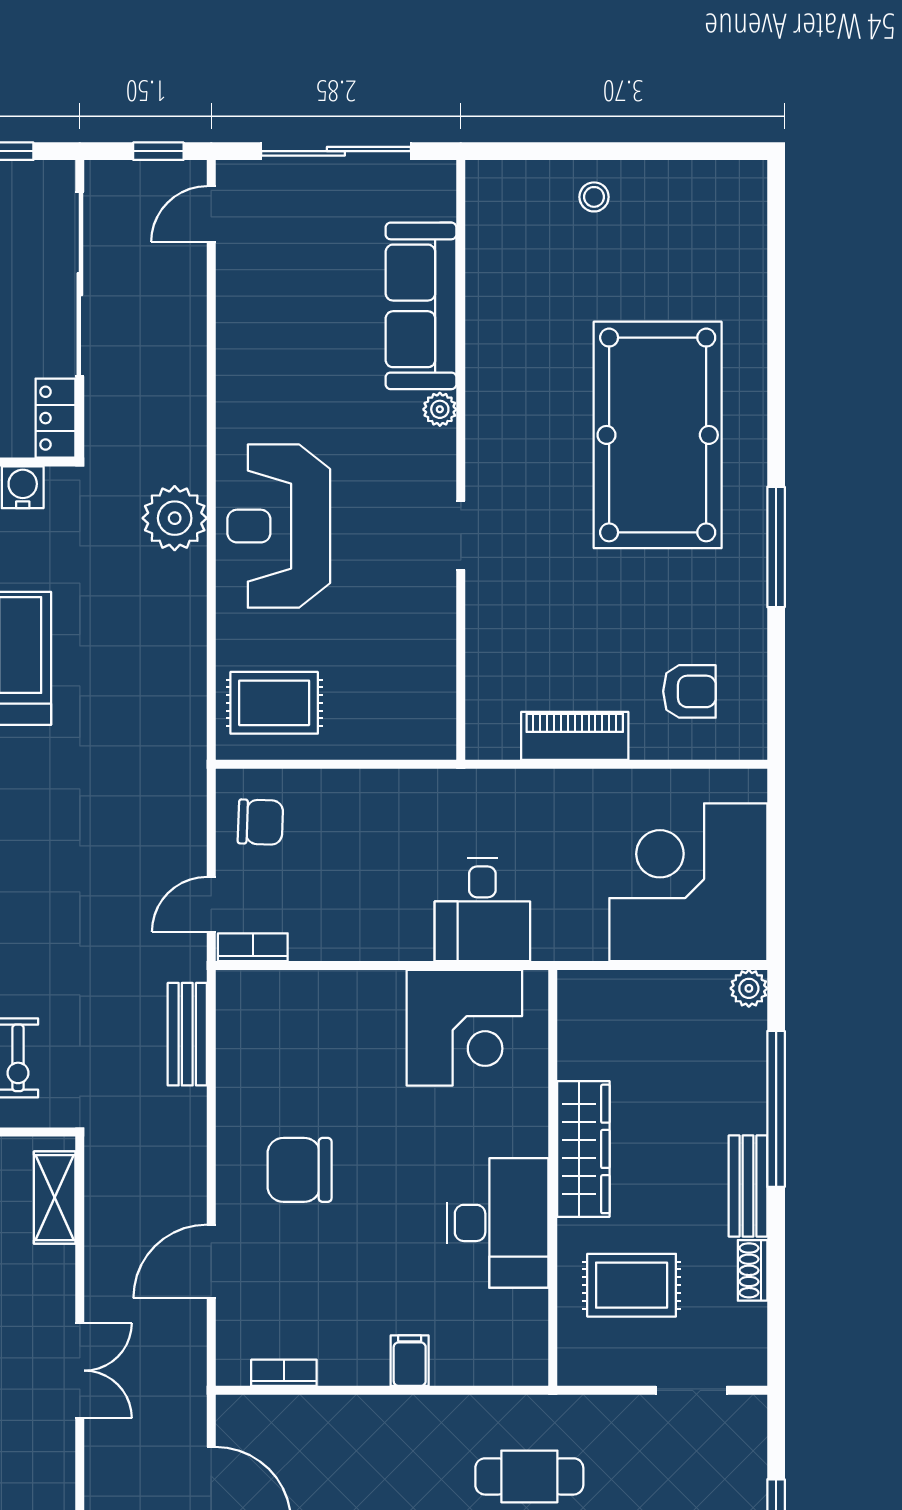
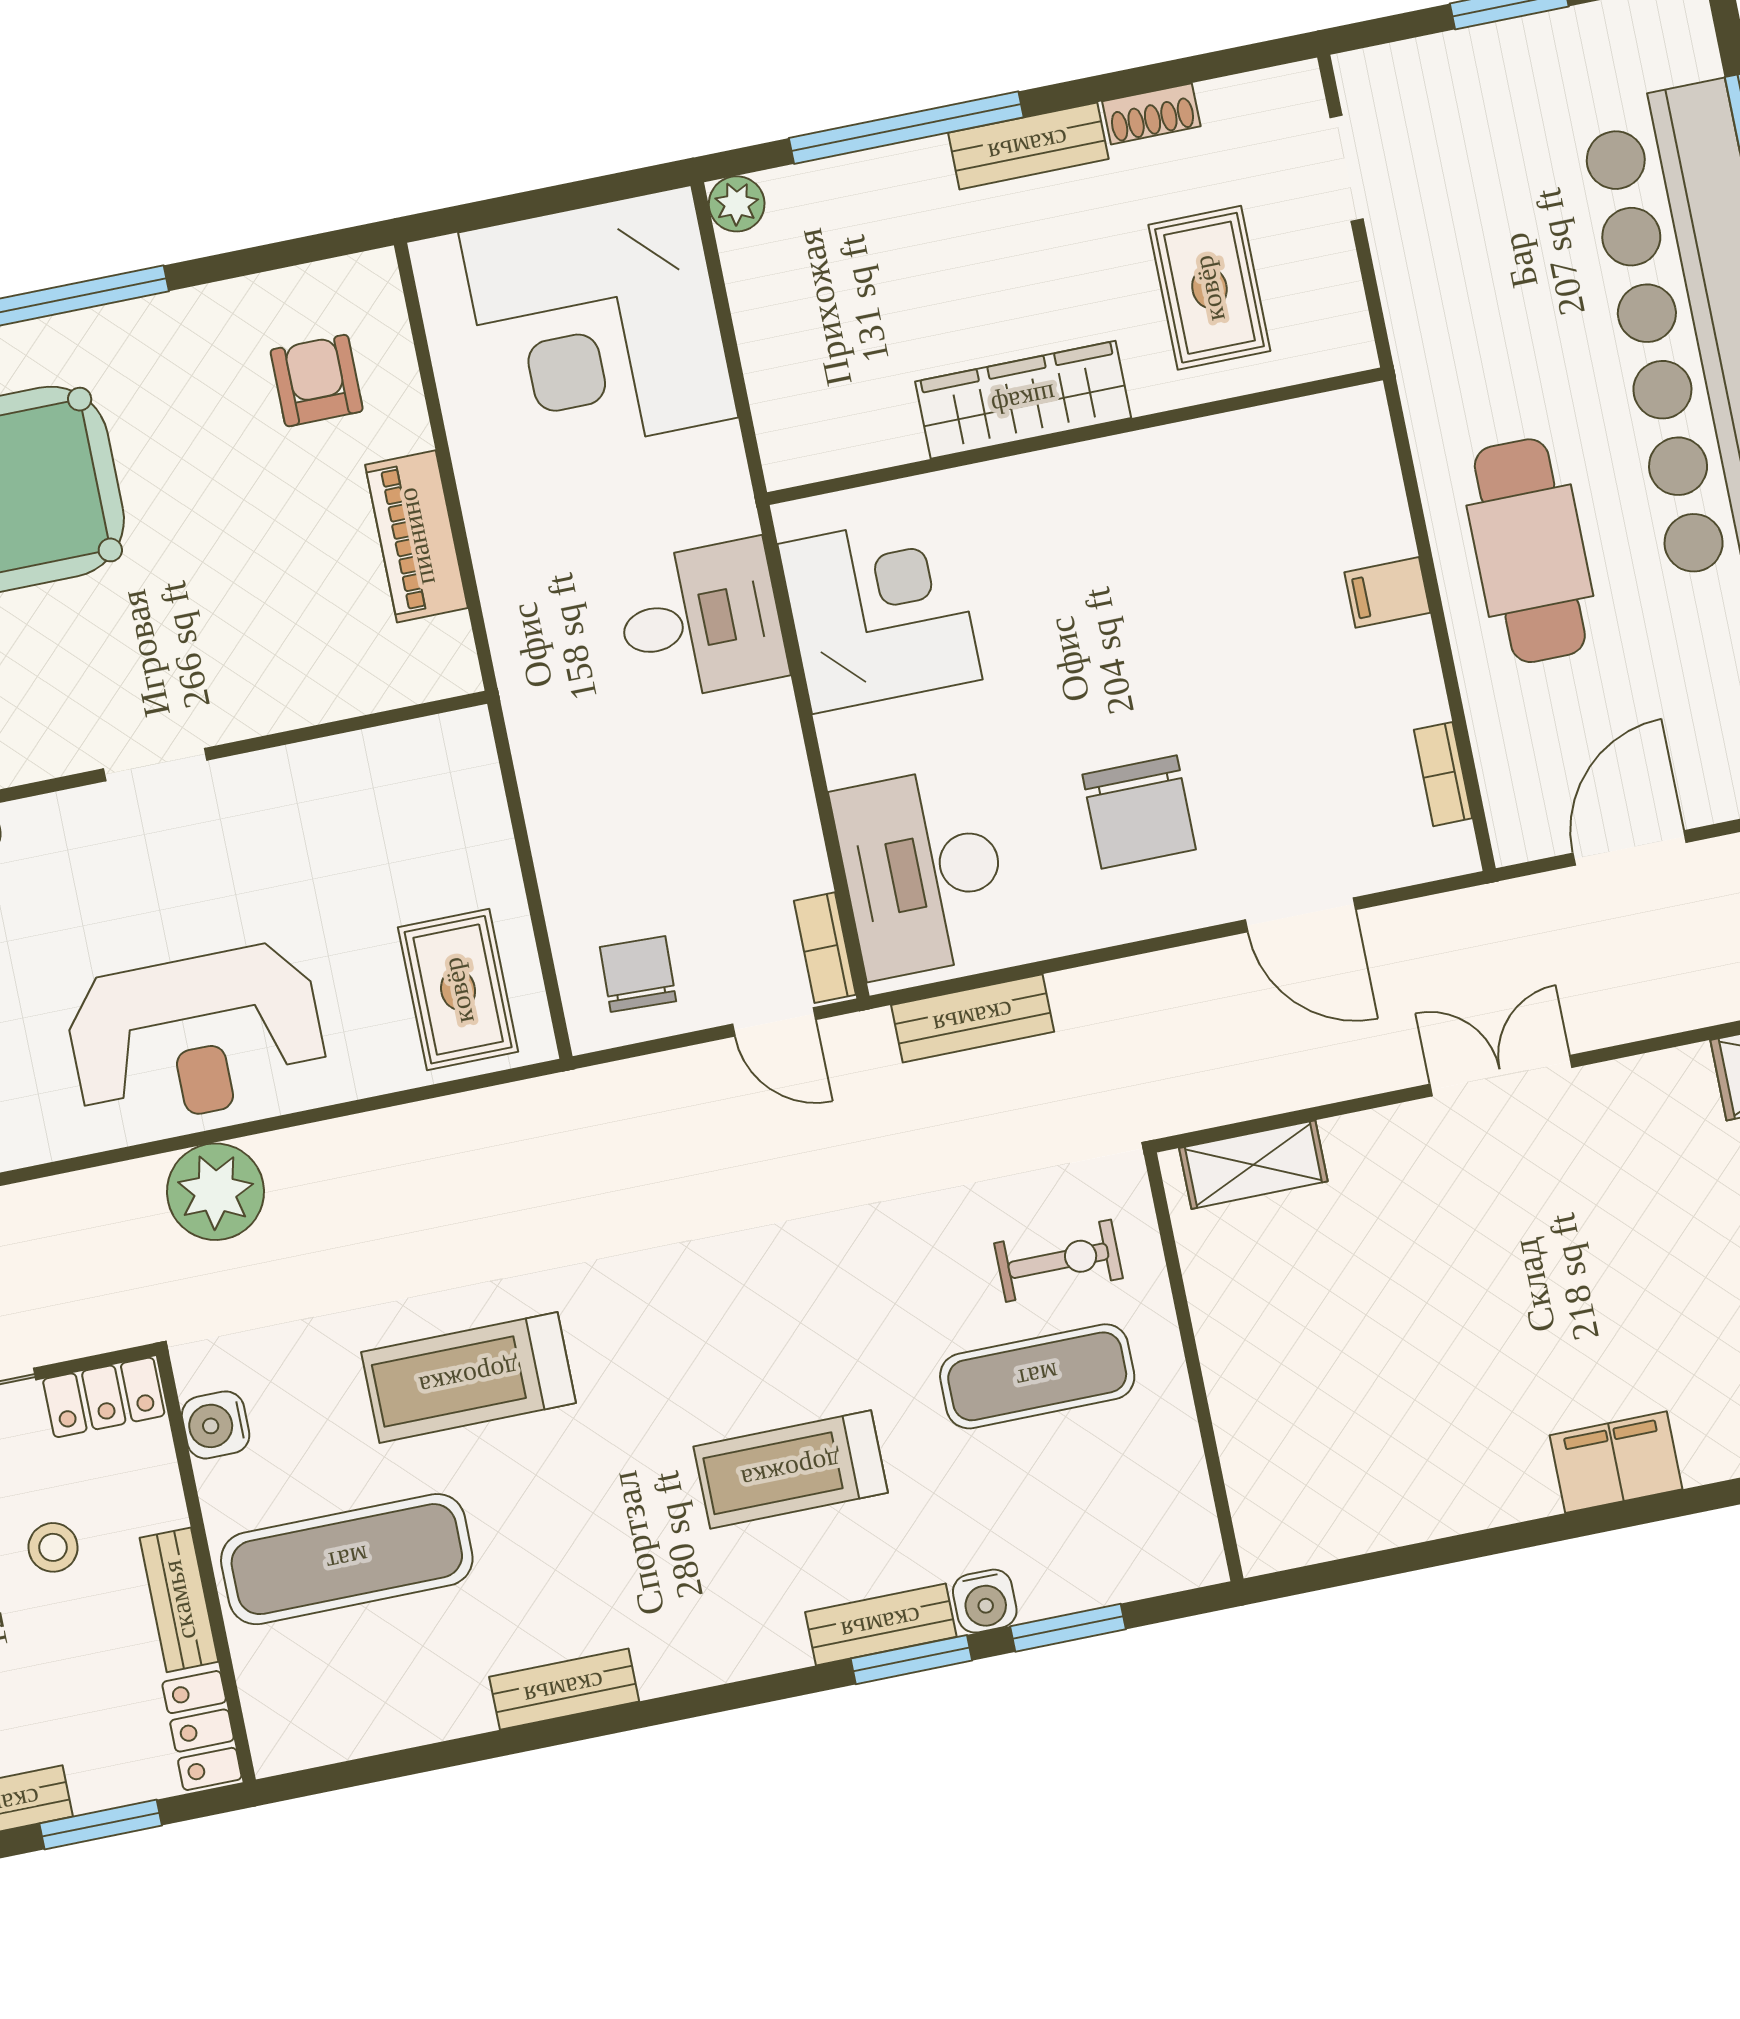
desk: (498, 1223) -> (922, 872), moved, turned -90
cafe table: (529, 1476) -> (1530, 551), moved, width x1.37, depth x1.35

